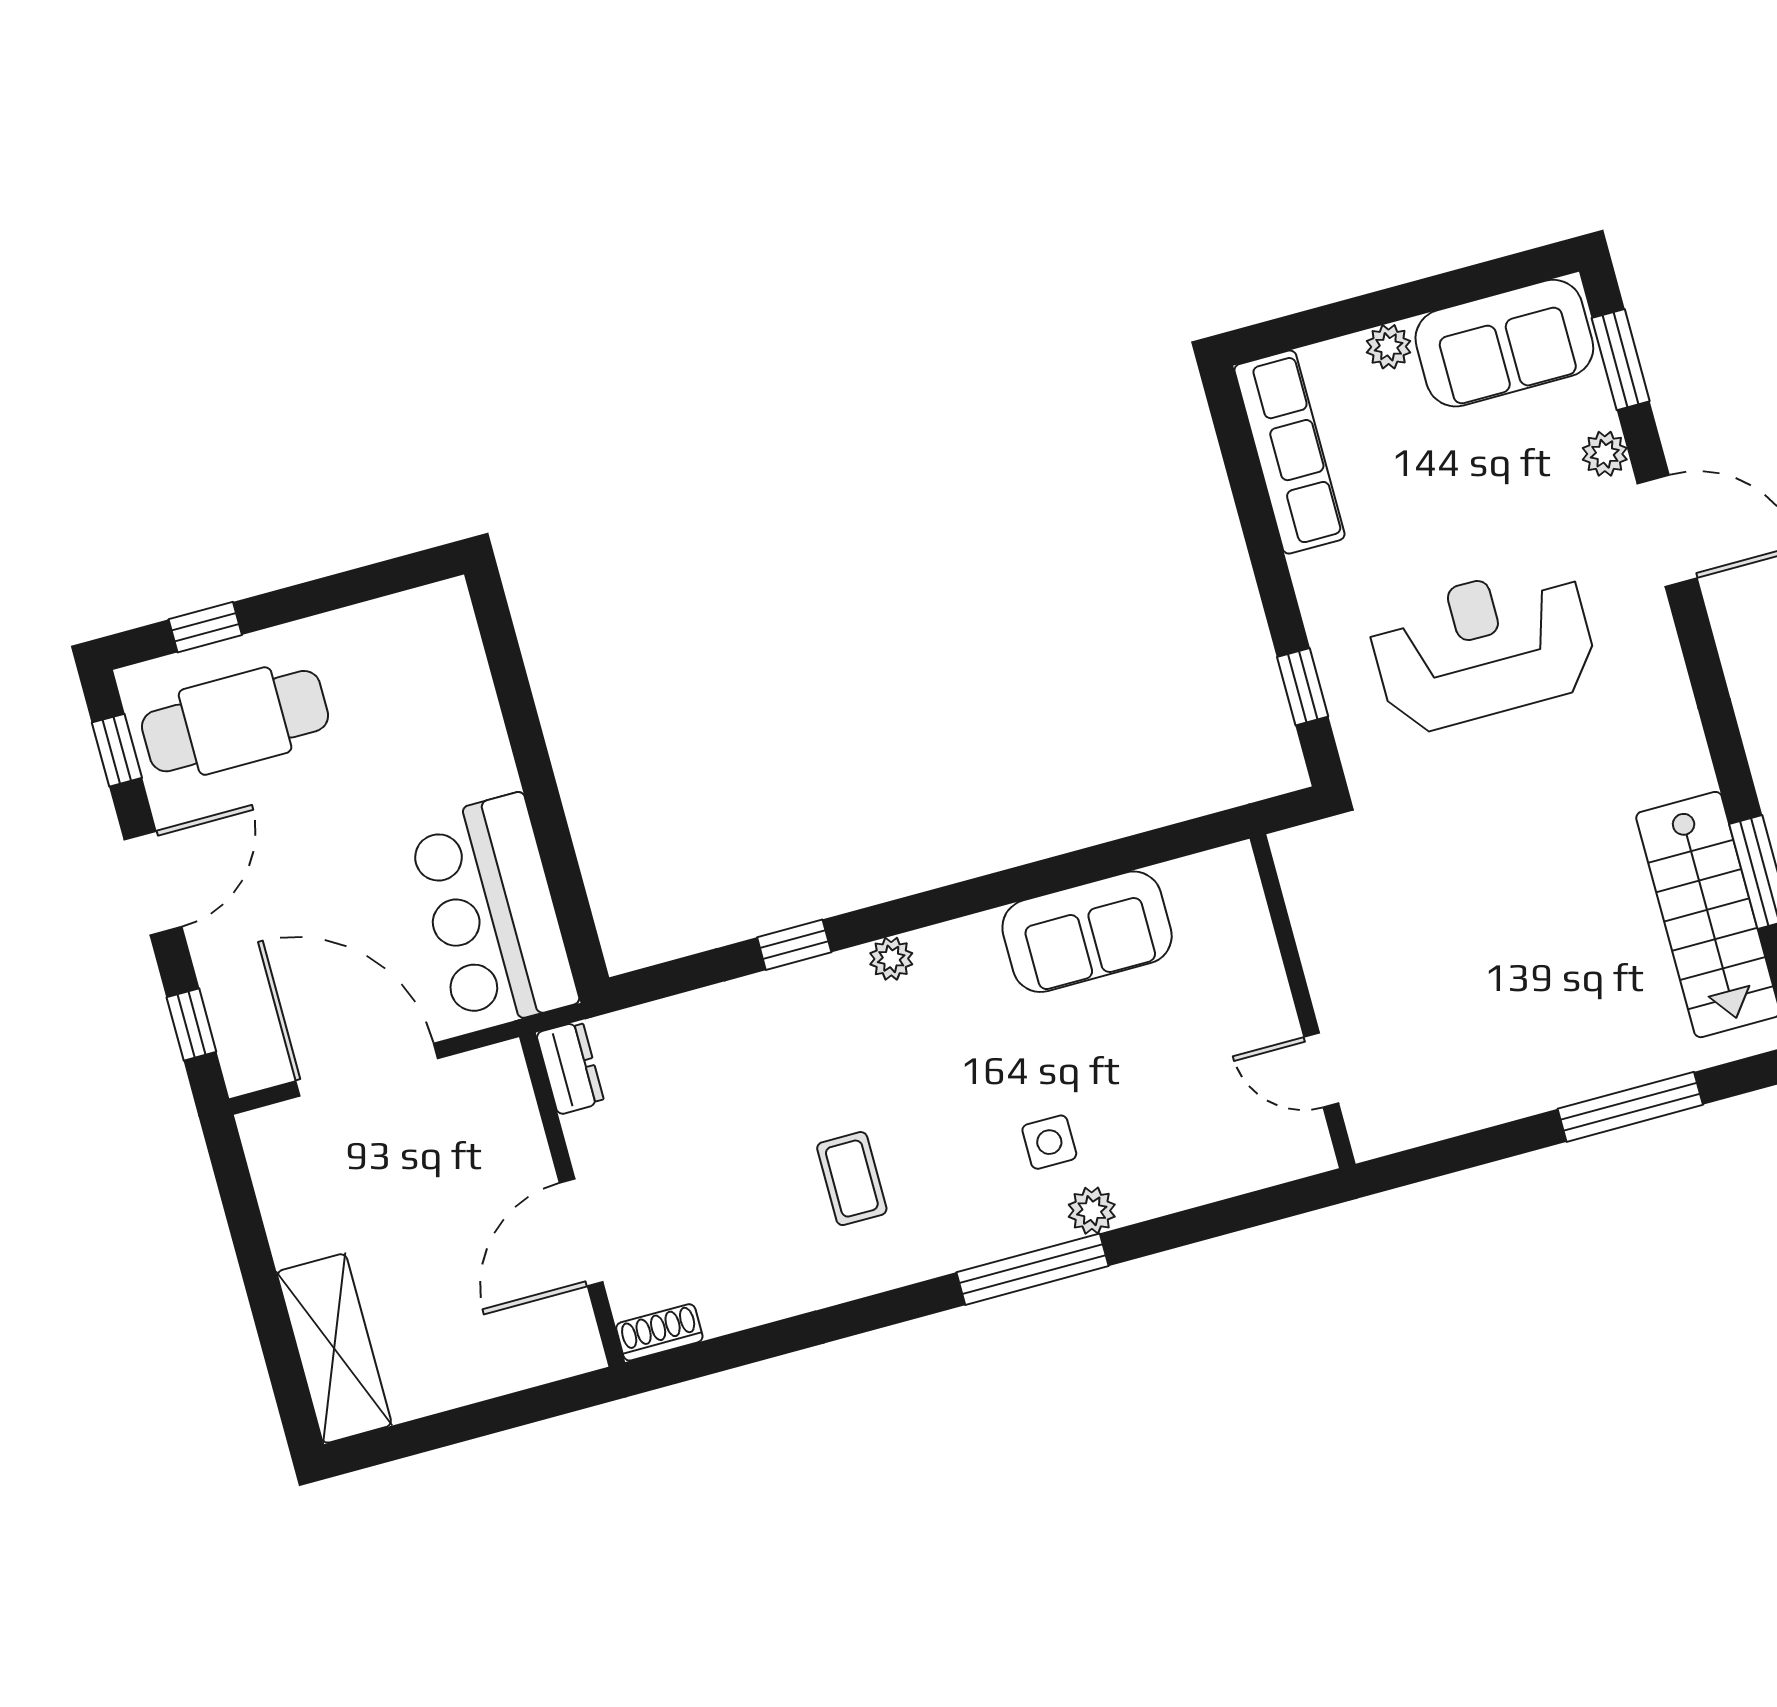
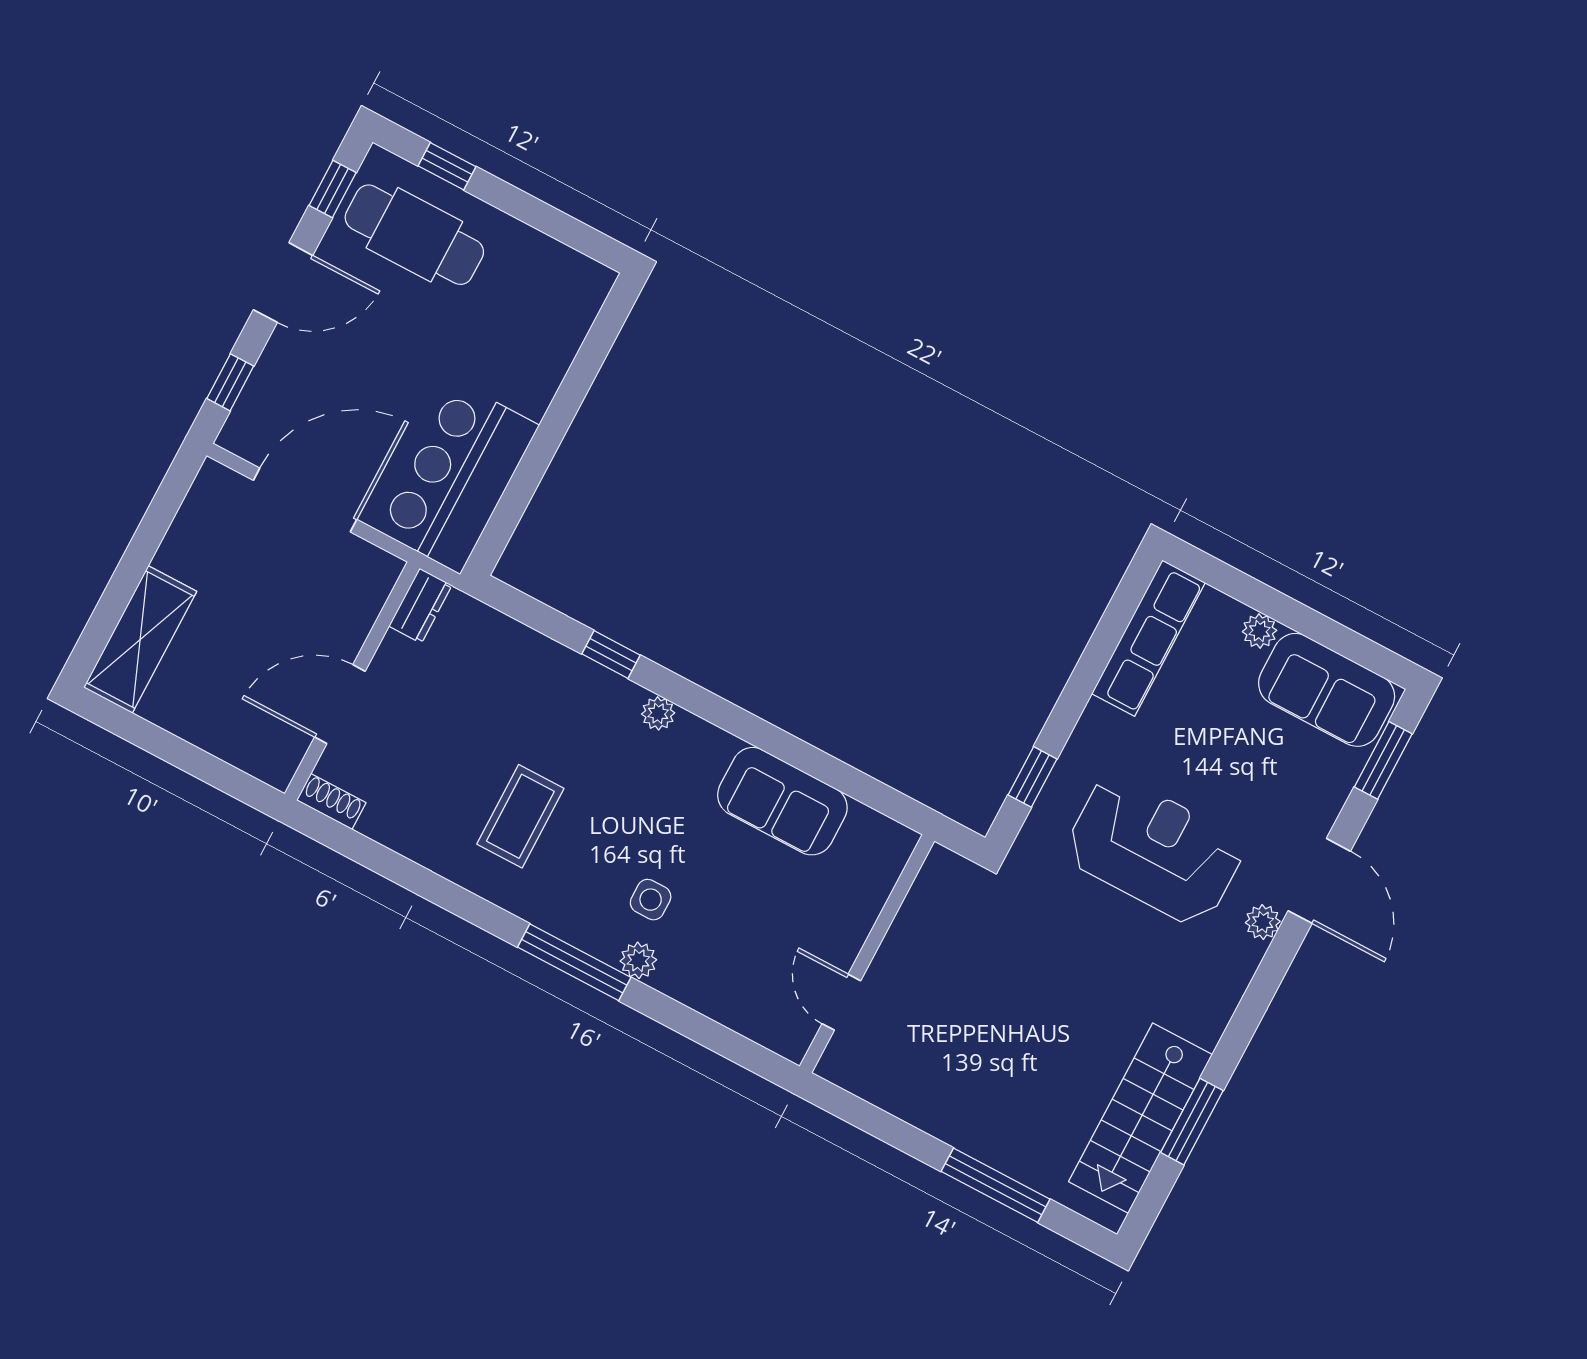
plant: (1605, 454) -> (1263, 922), moved
door: (367, 1070) -> (305, 500), hinge flipped
coffee table: (852, 1179) -> (520, 816), width x1.36, depth x1.30

